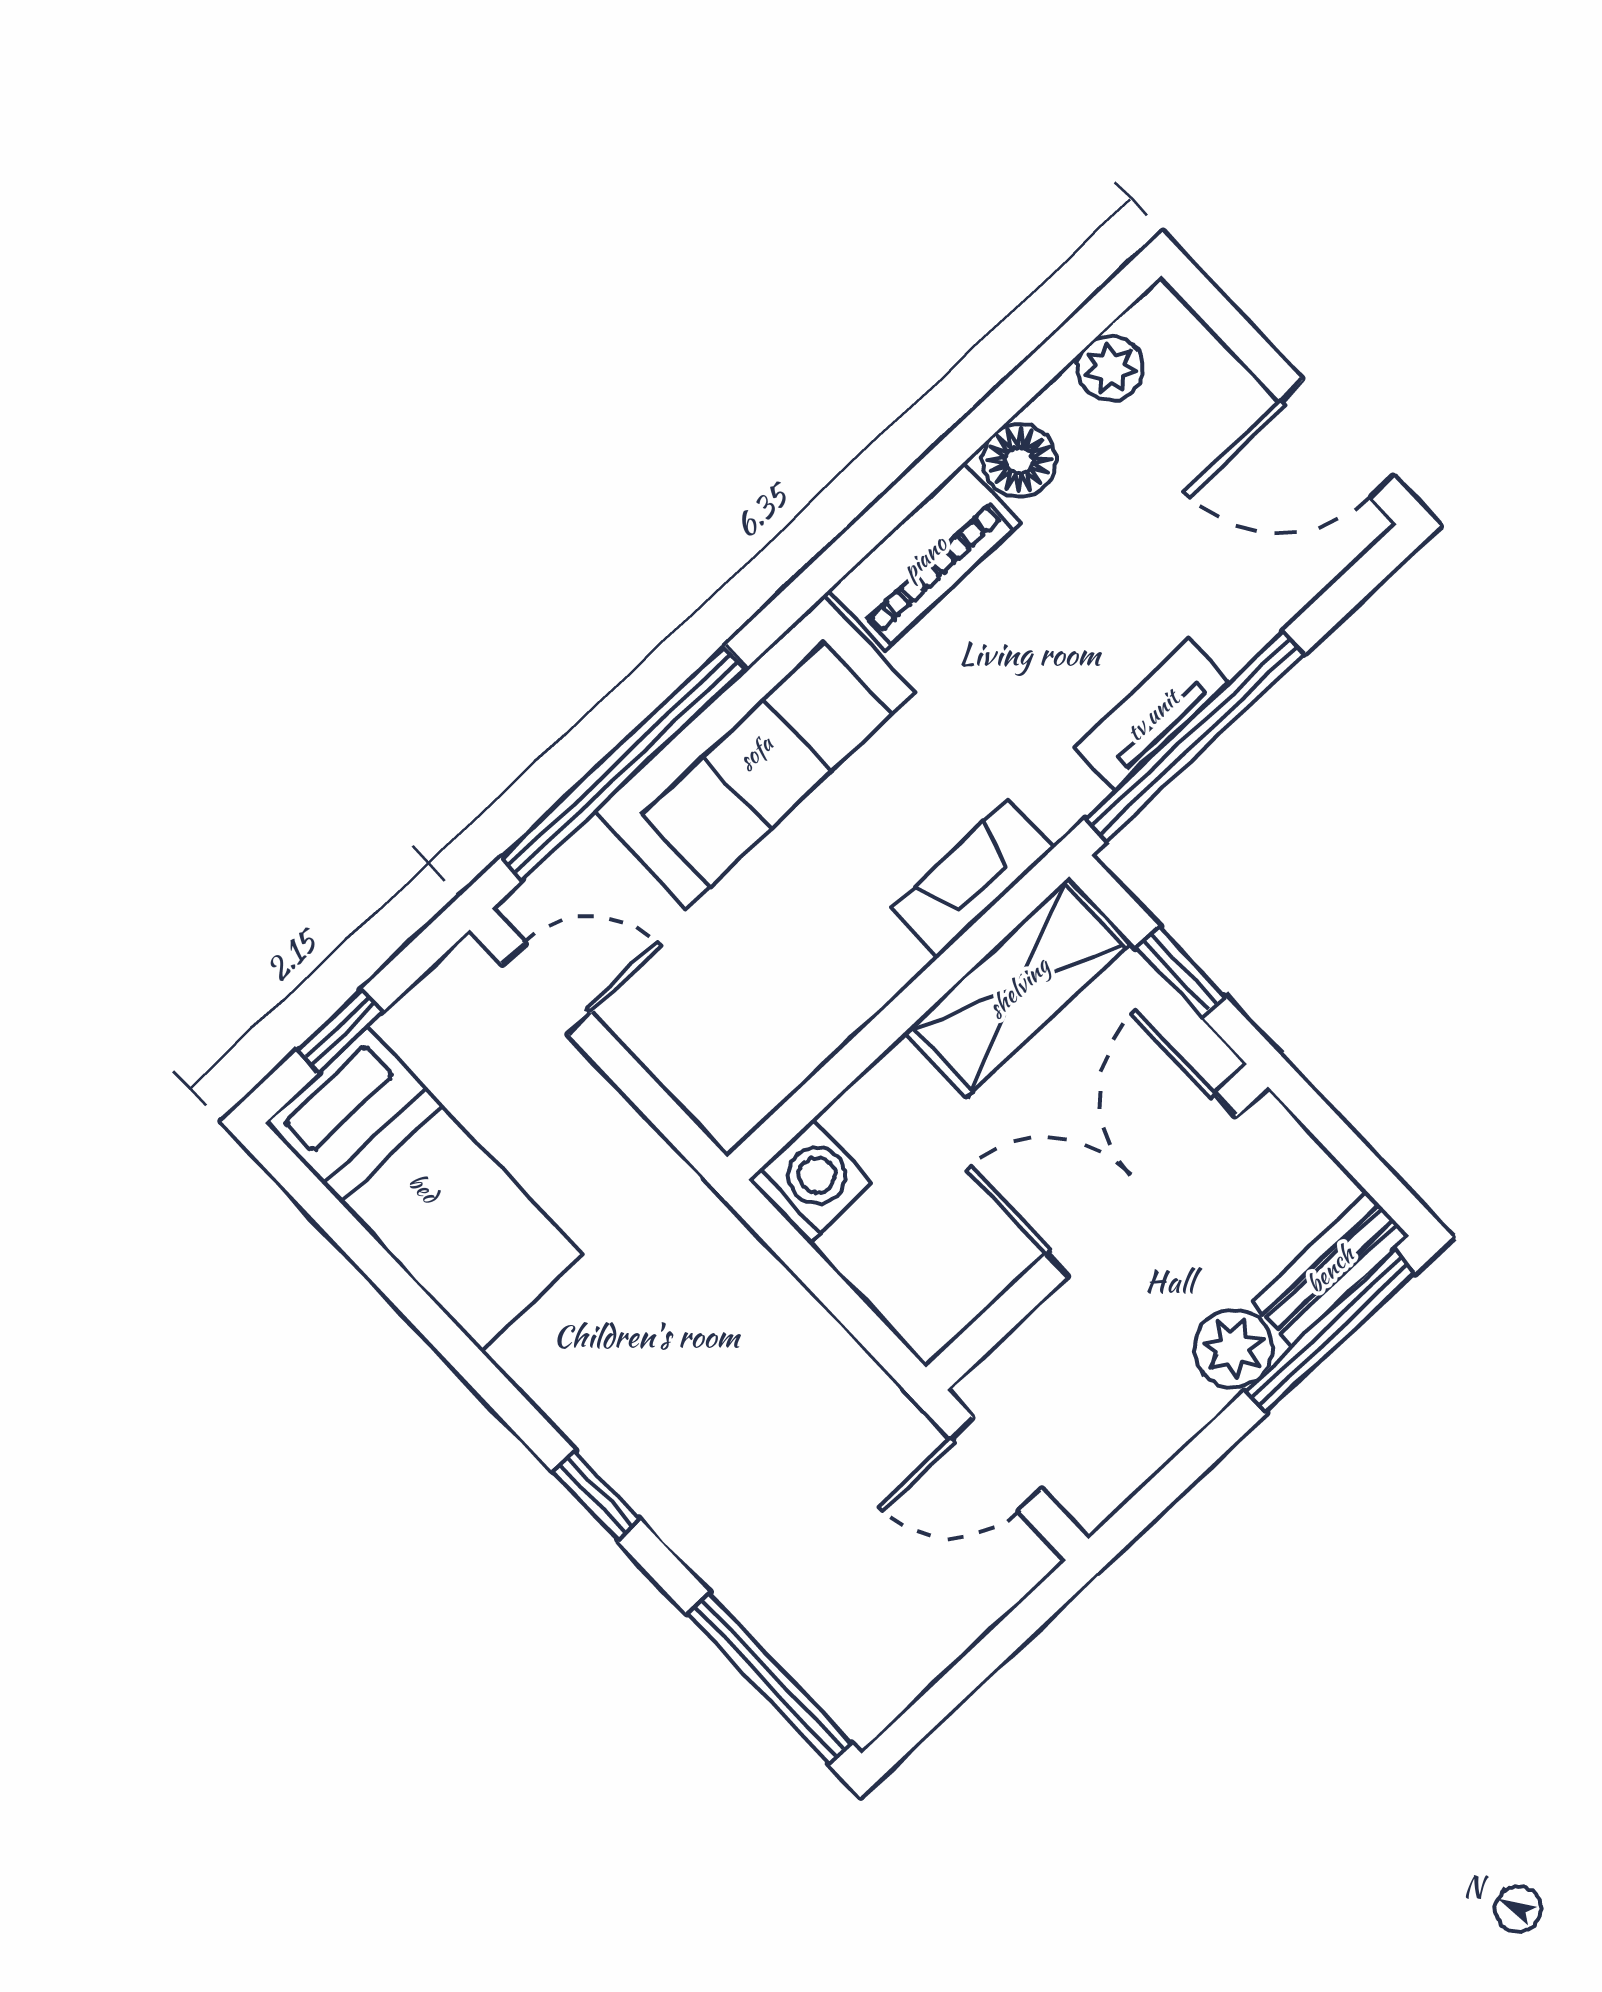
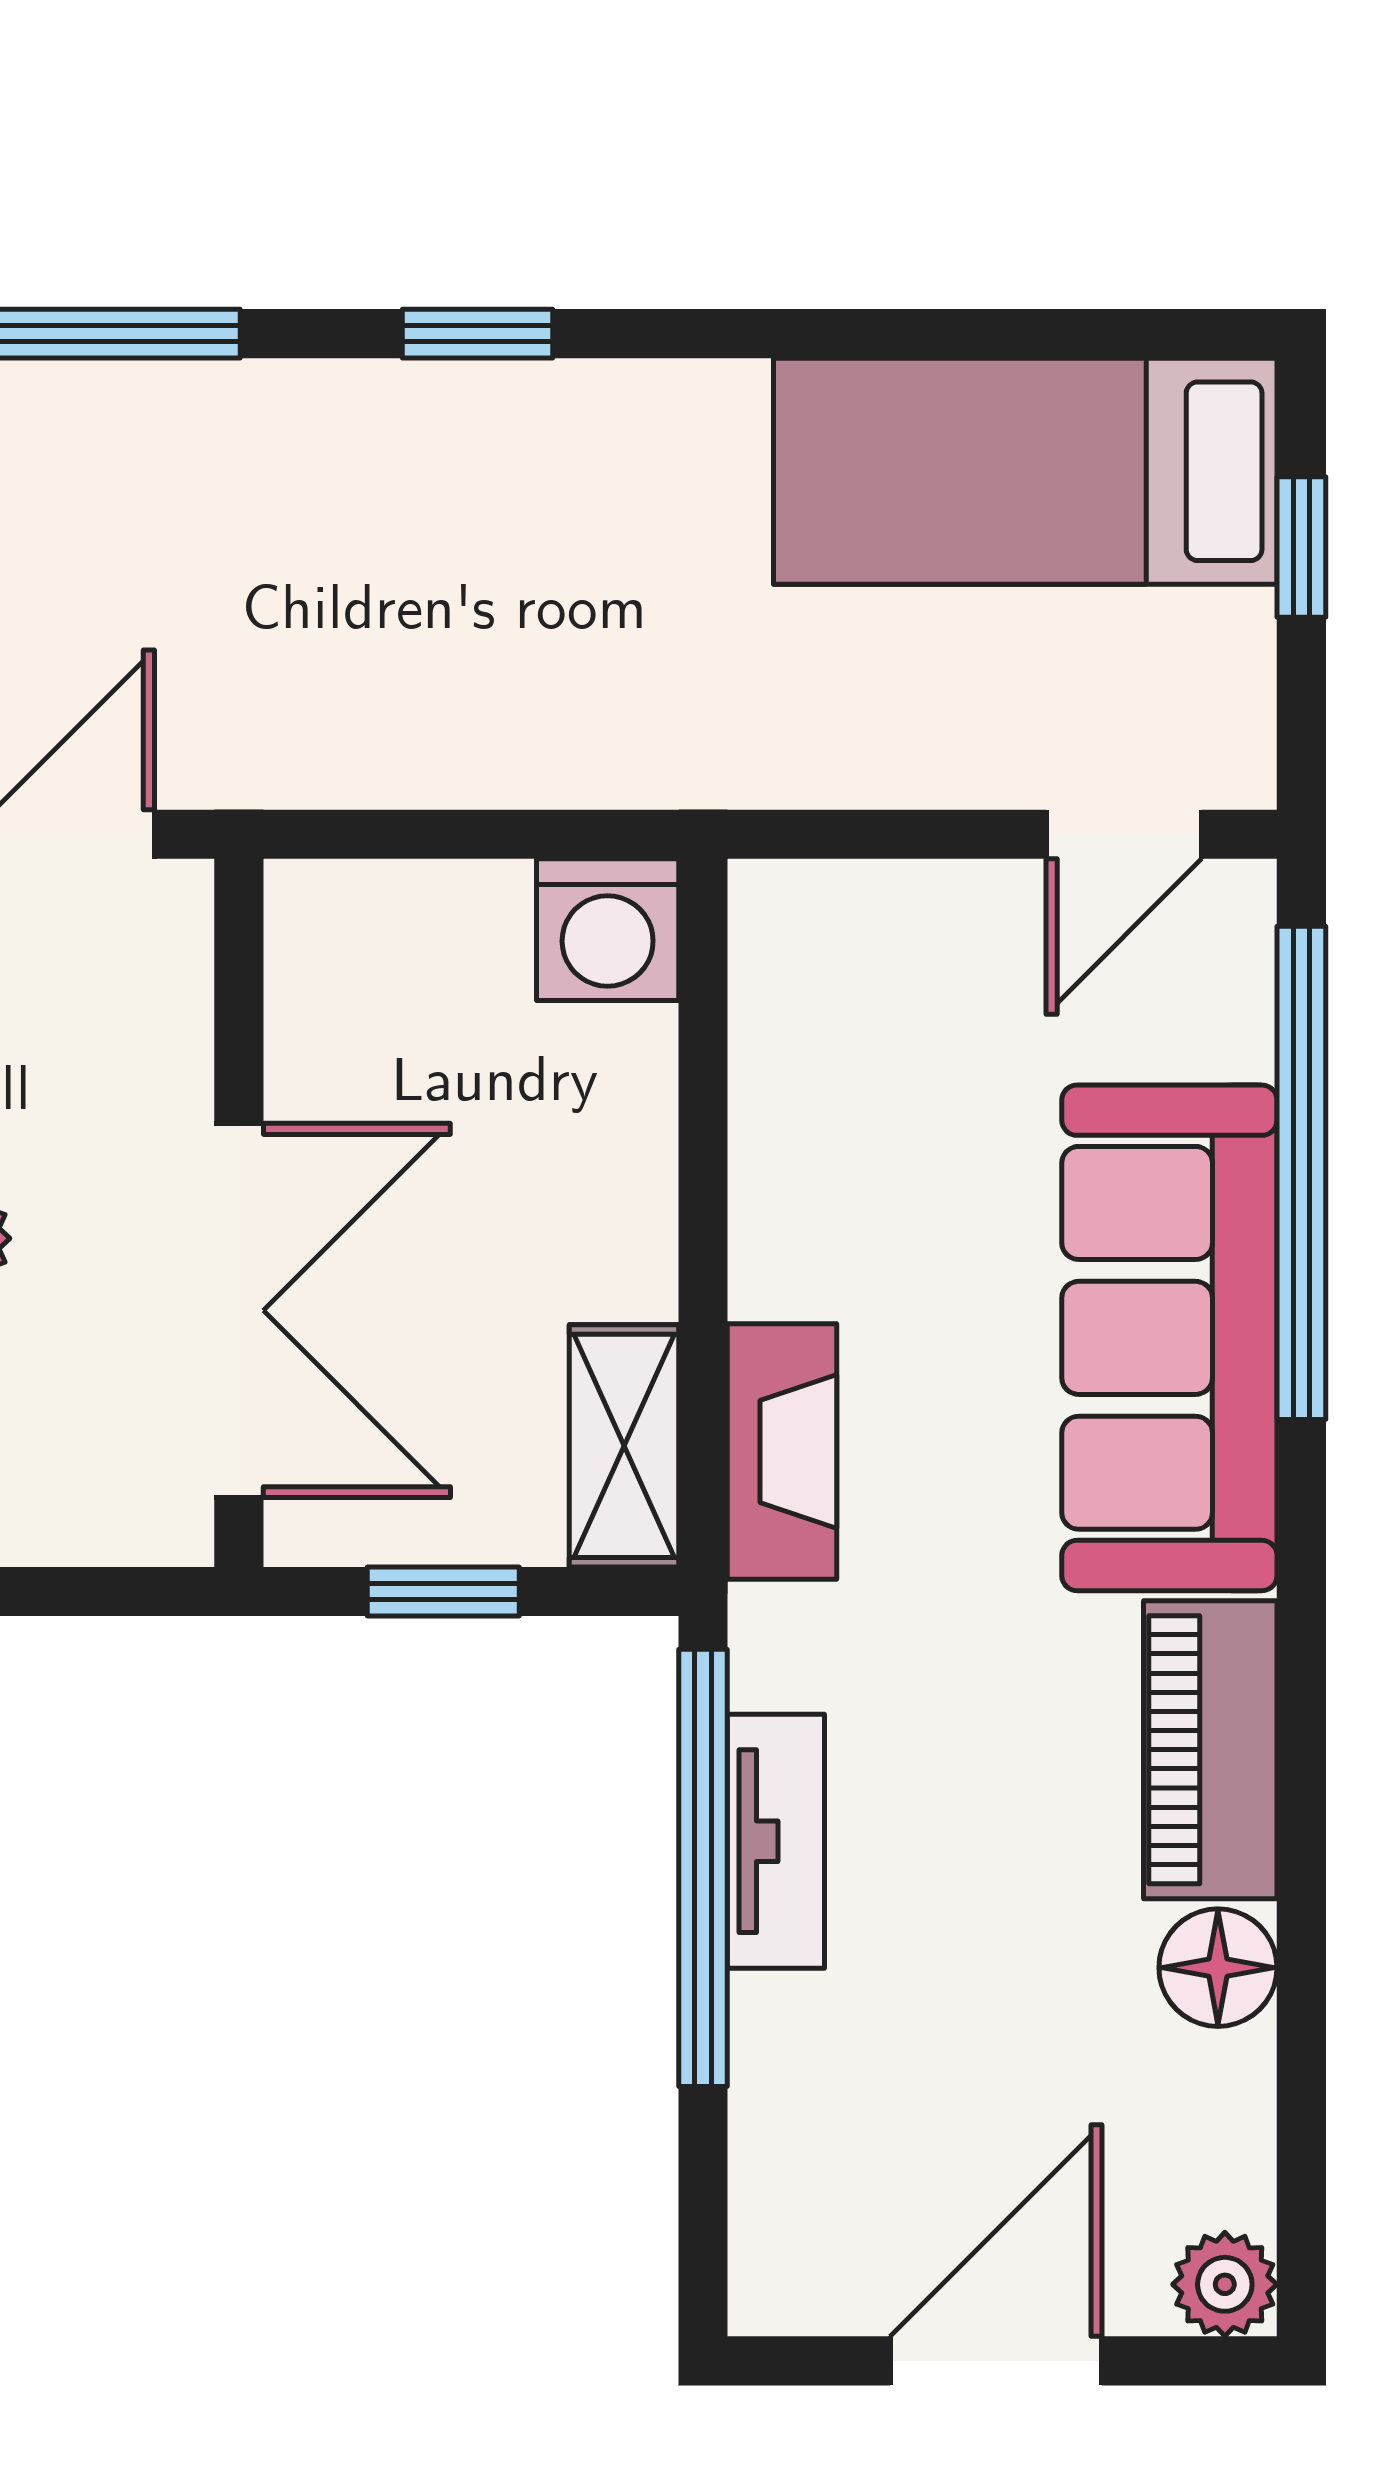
plant: (1110, 368) -> (1225, 2284), moved
door: (1337, 439) -> (996, 2361), moved
shelving: (1018, 987) -> (624, 1446), width x0.67, depth x0.75

